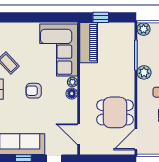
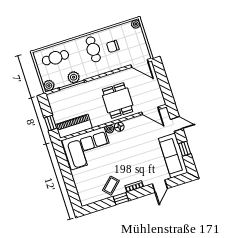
plant: (144, 72) -> (74, 77), moved
armchair: (34, 91) -> (127, 158), removed
dining table: (115, 112) -> (118, 100), moved
door: (79, 134) -> (150, 111), hinge flipped

